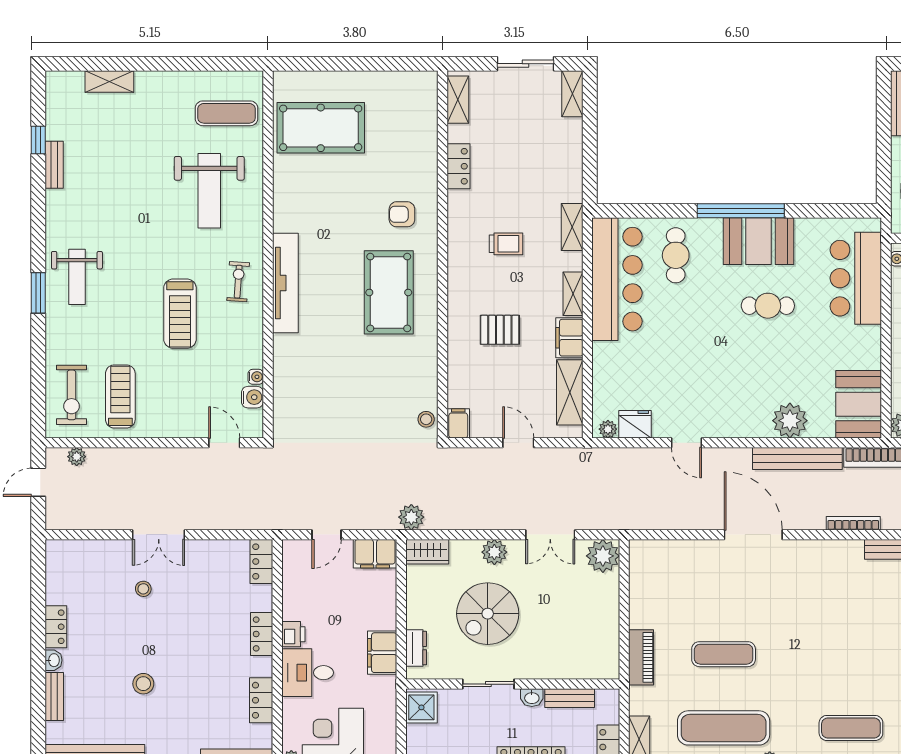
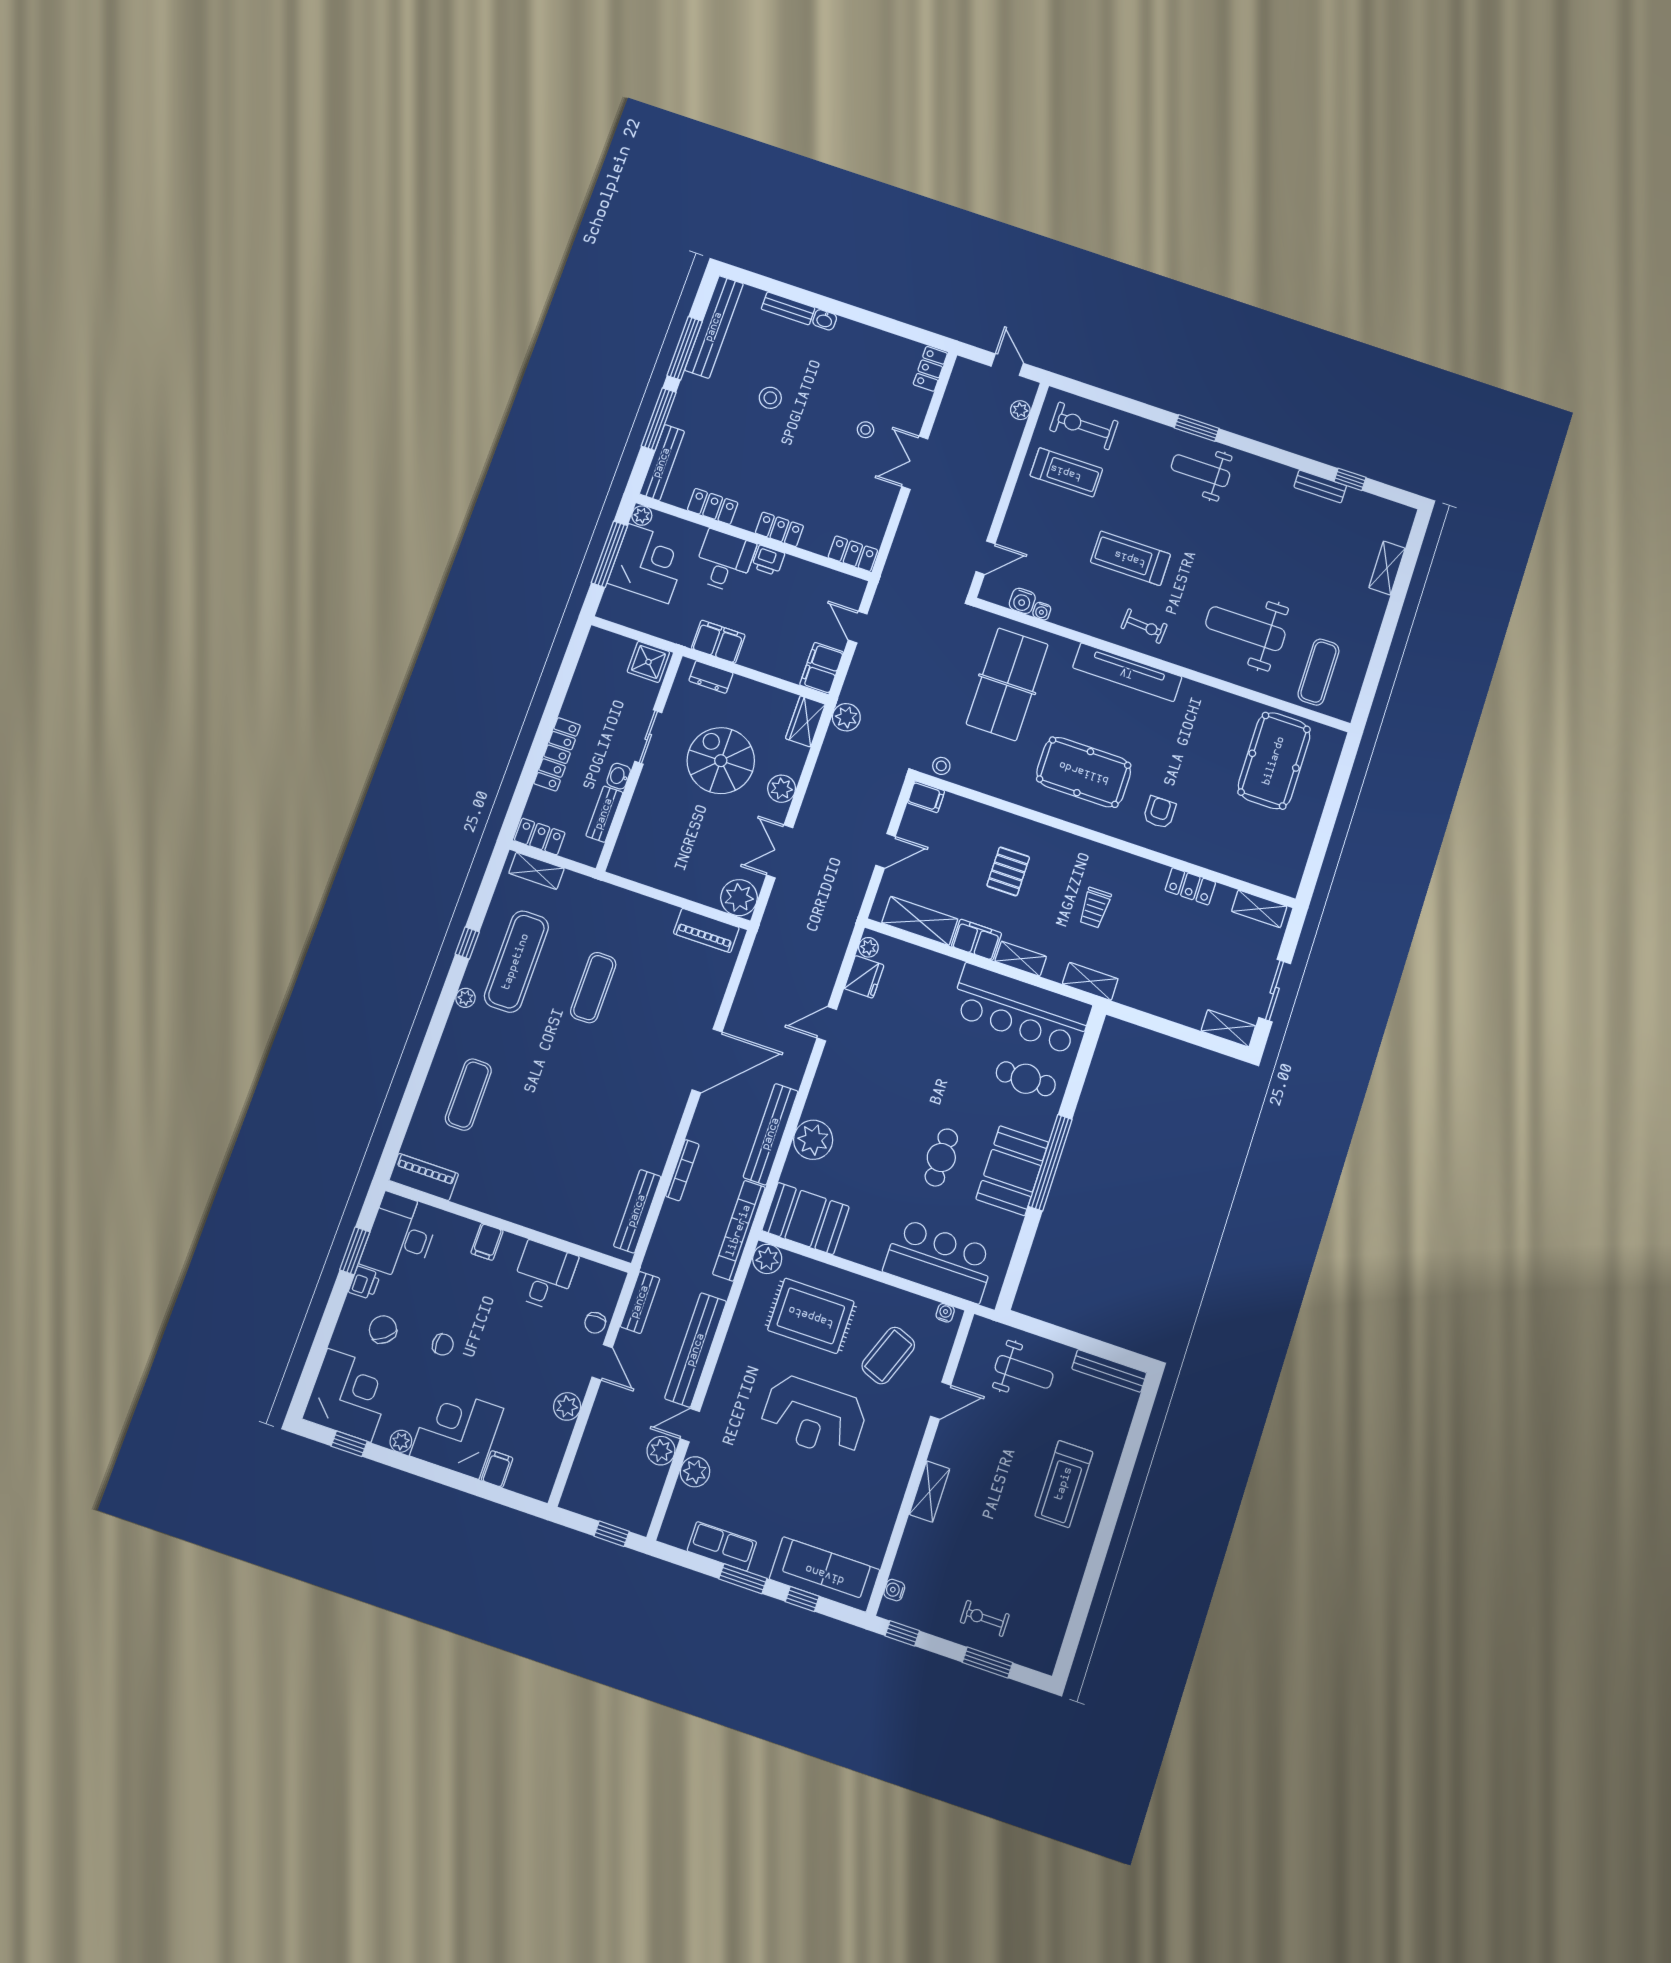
table tennis table: (333, 386) -> (1007, 684), added
locker: (56, 627) -> (930, 369), moved, turned 90
piano: (641, 657) -> (706, 930), moved

